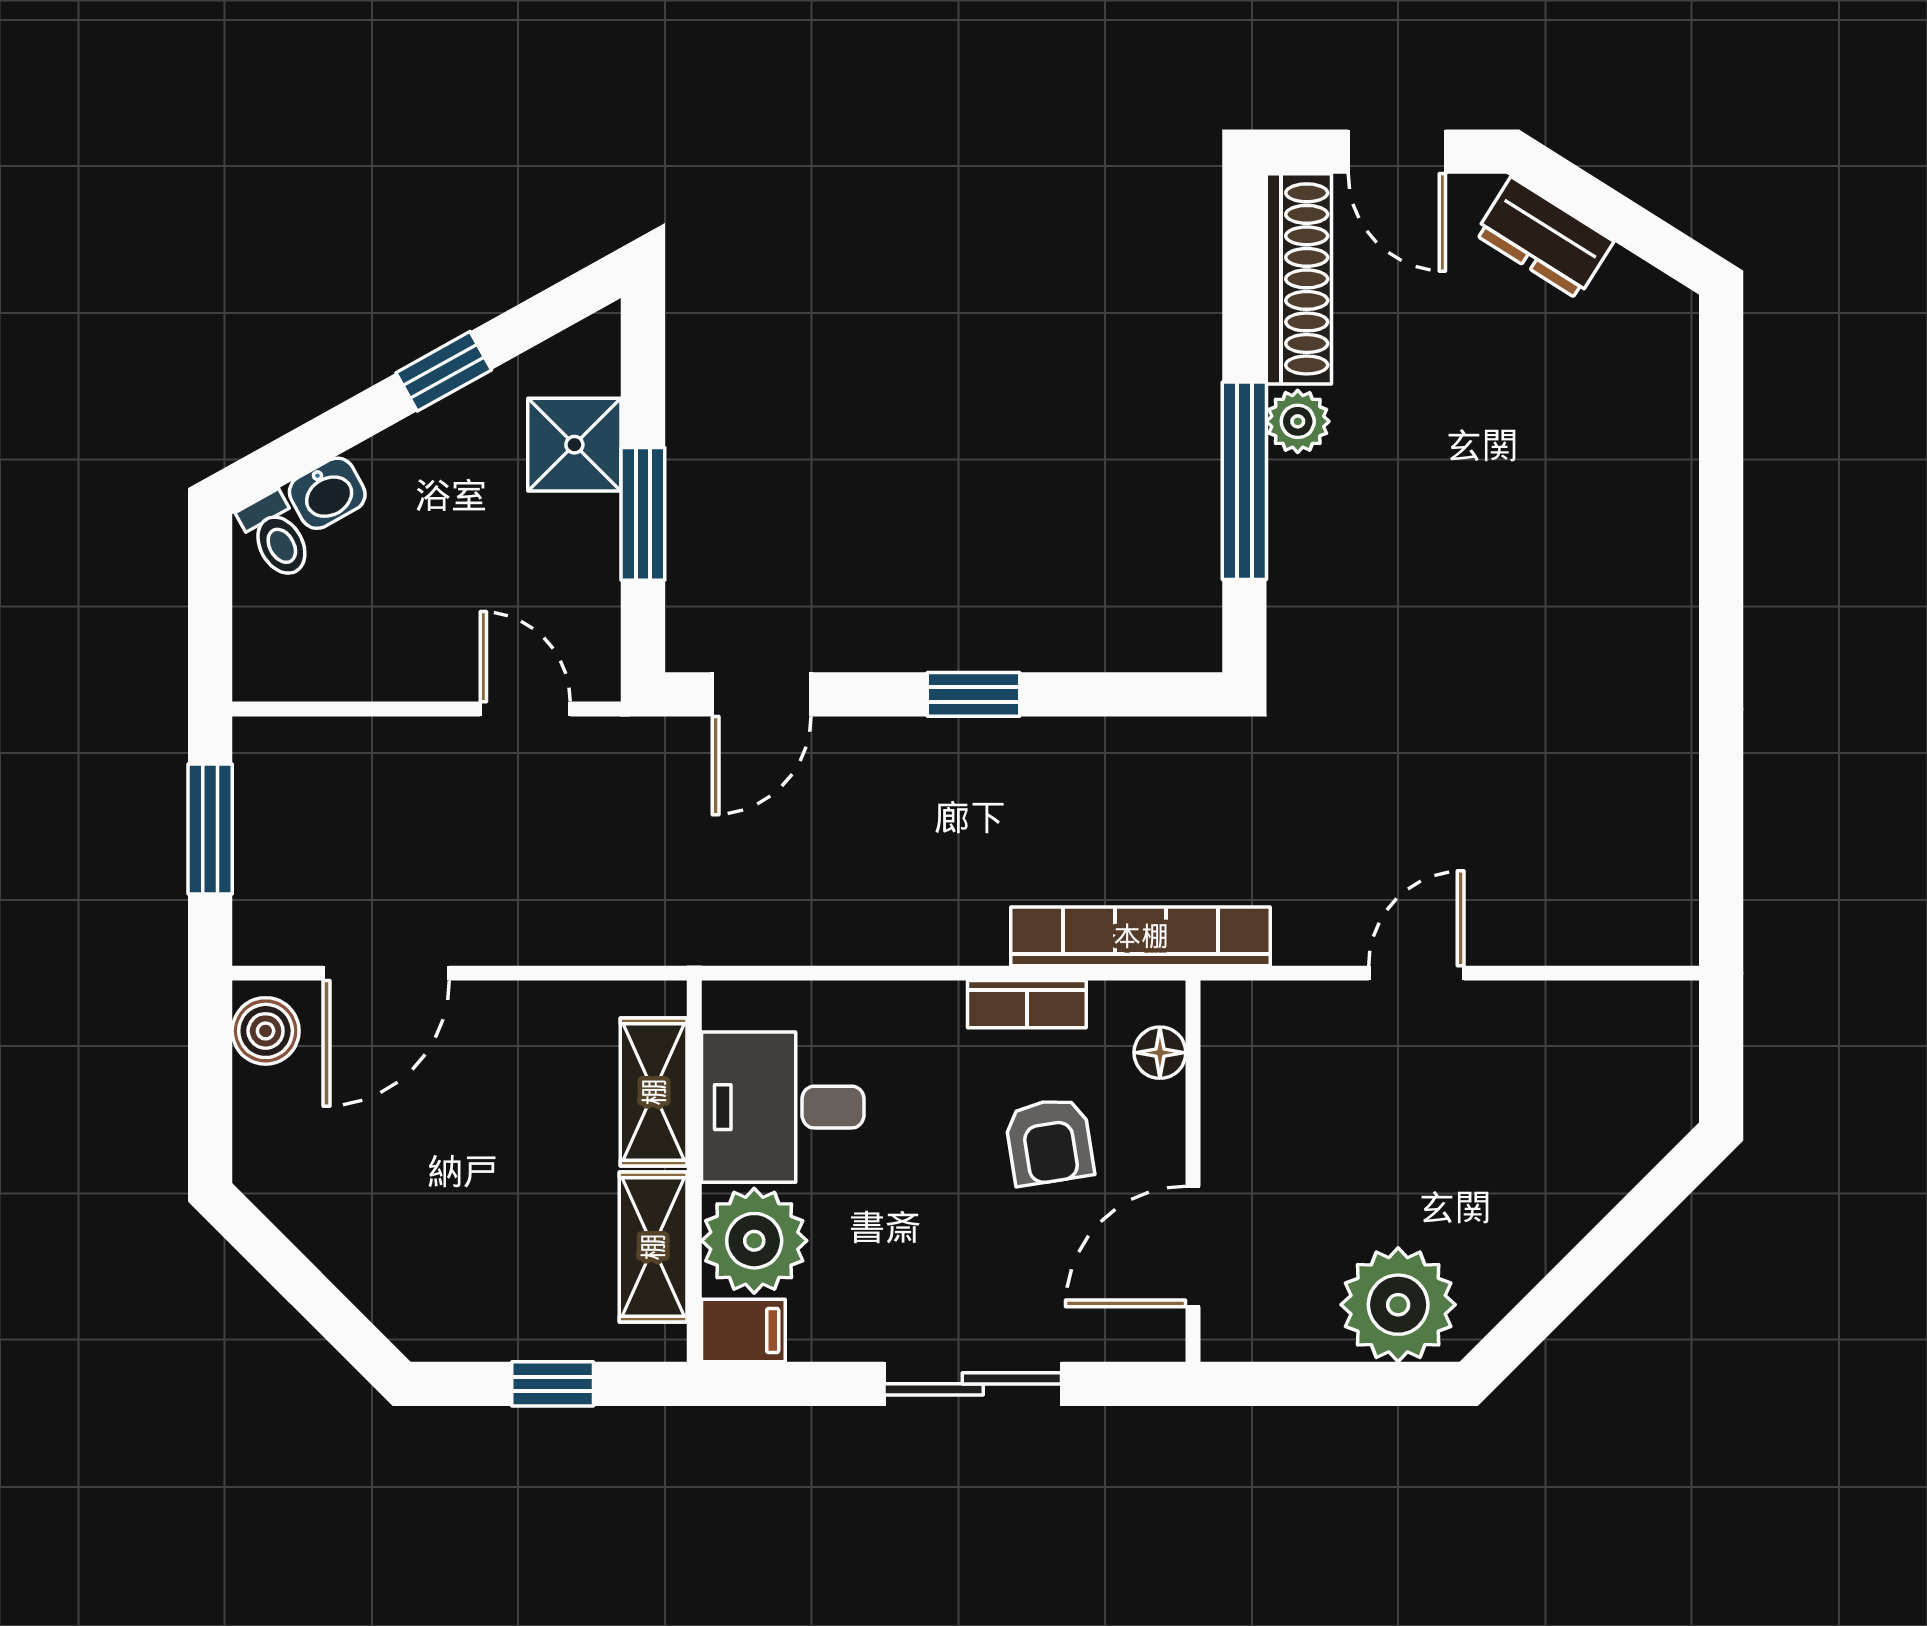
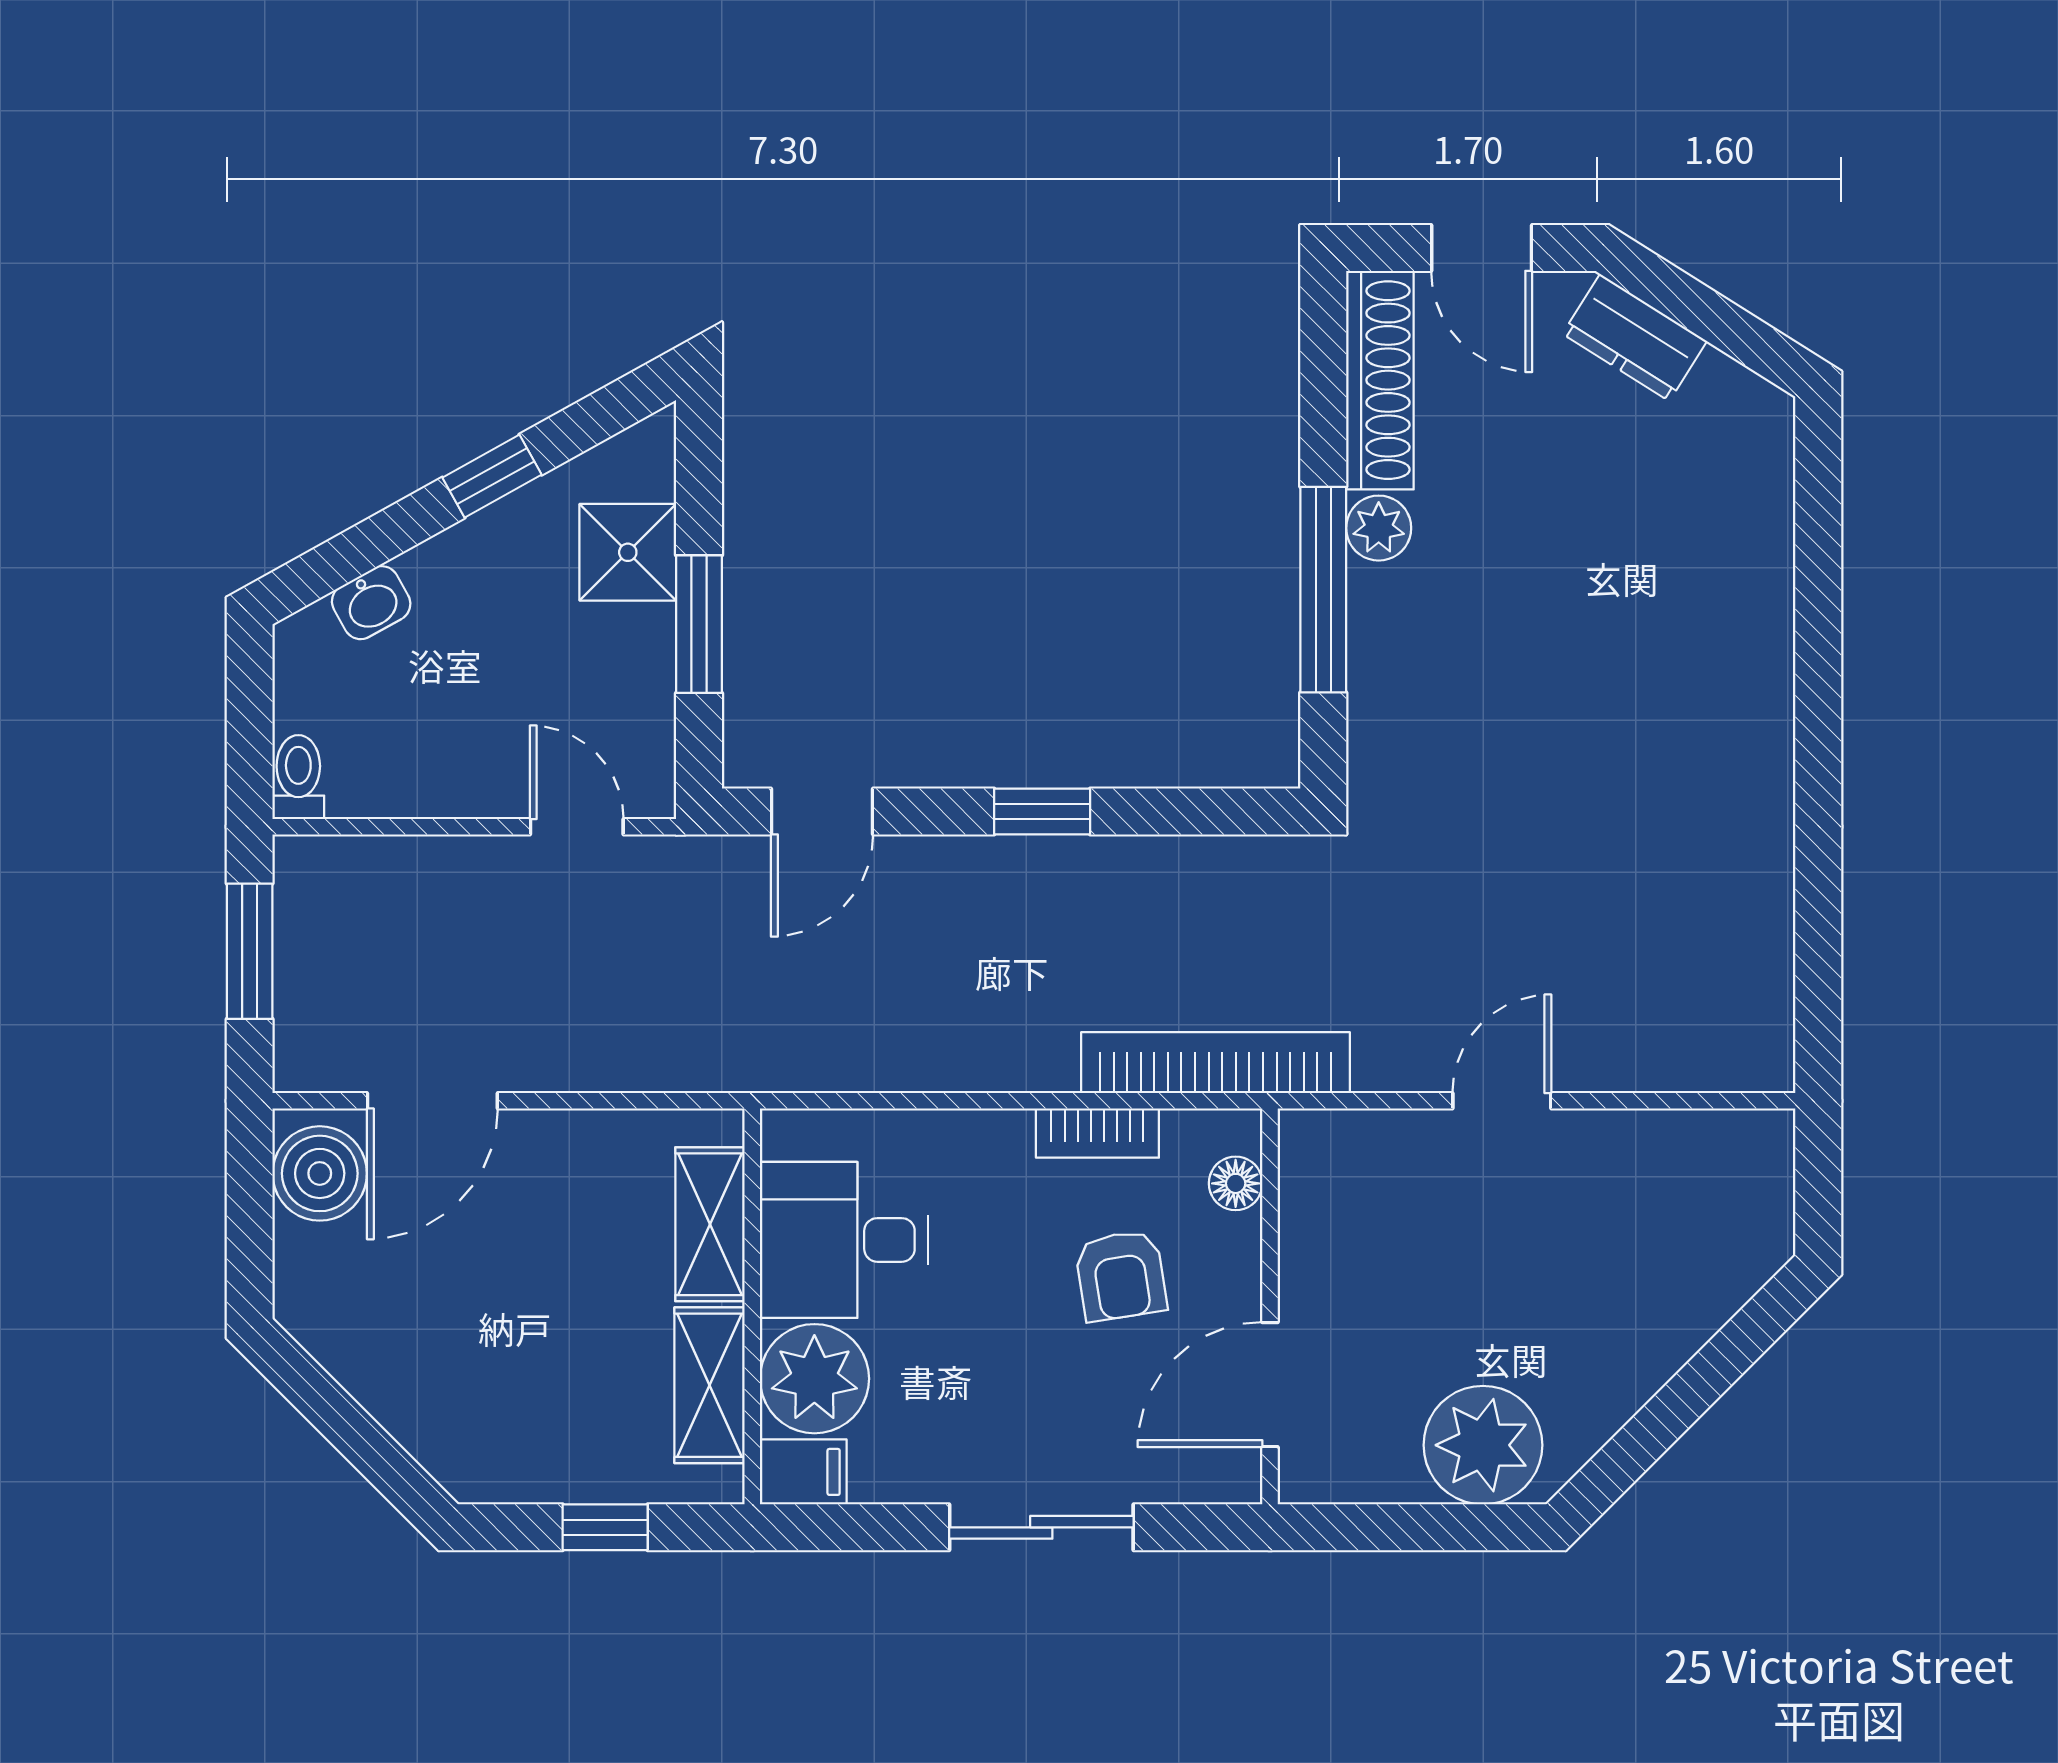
toilet: (276, 536) -> (298, 777), moved, turned -151
boiler: (266, 1031) -> (320, 1173), width x1.36, depth x1.36

